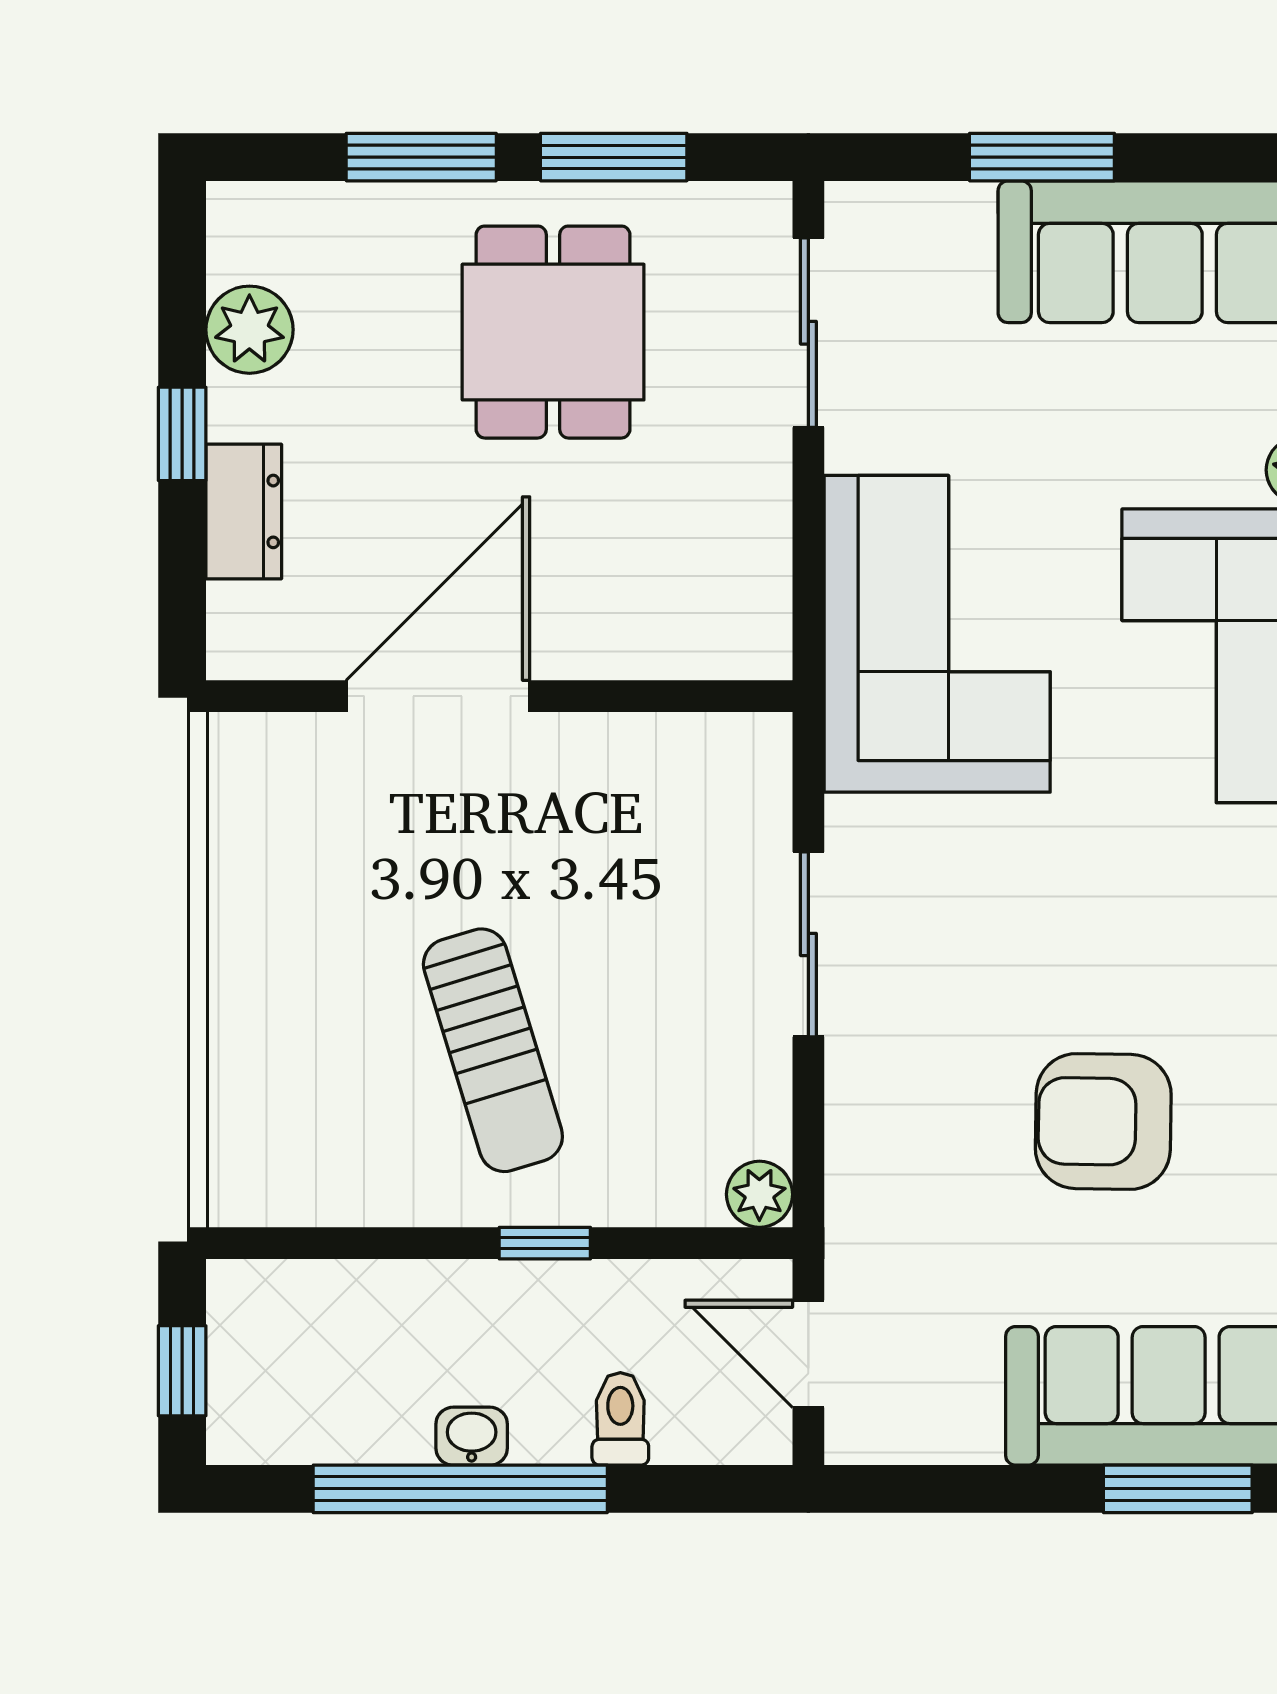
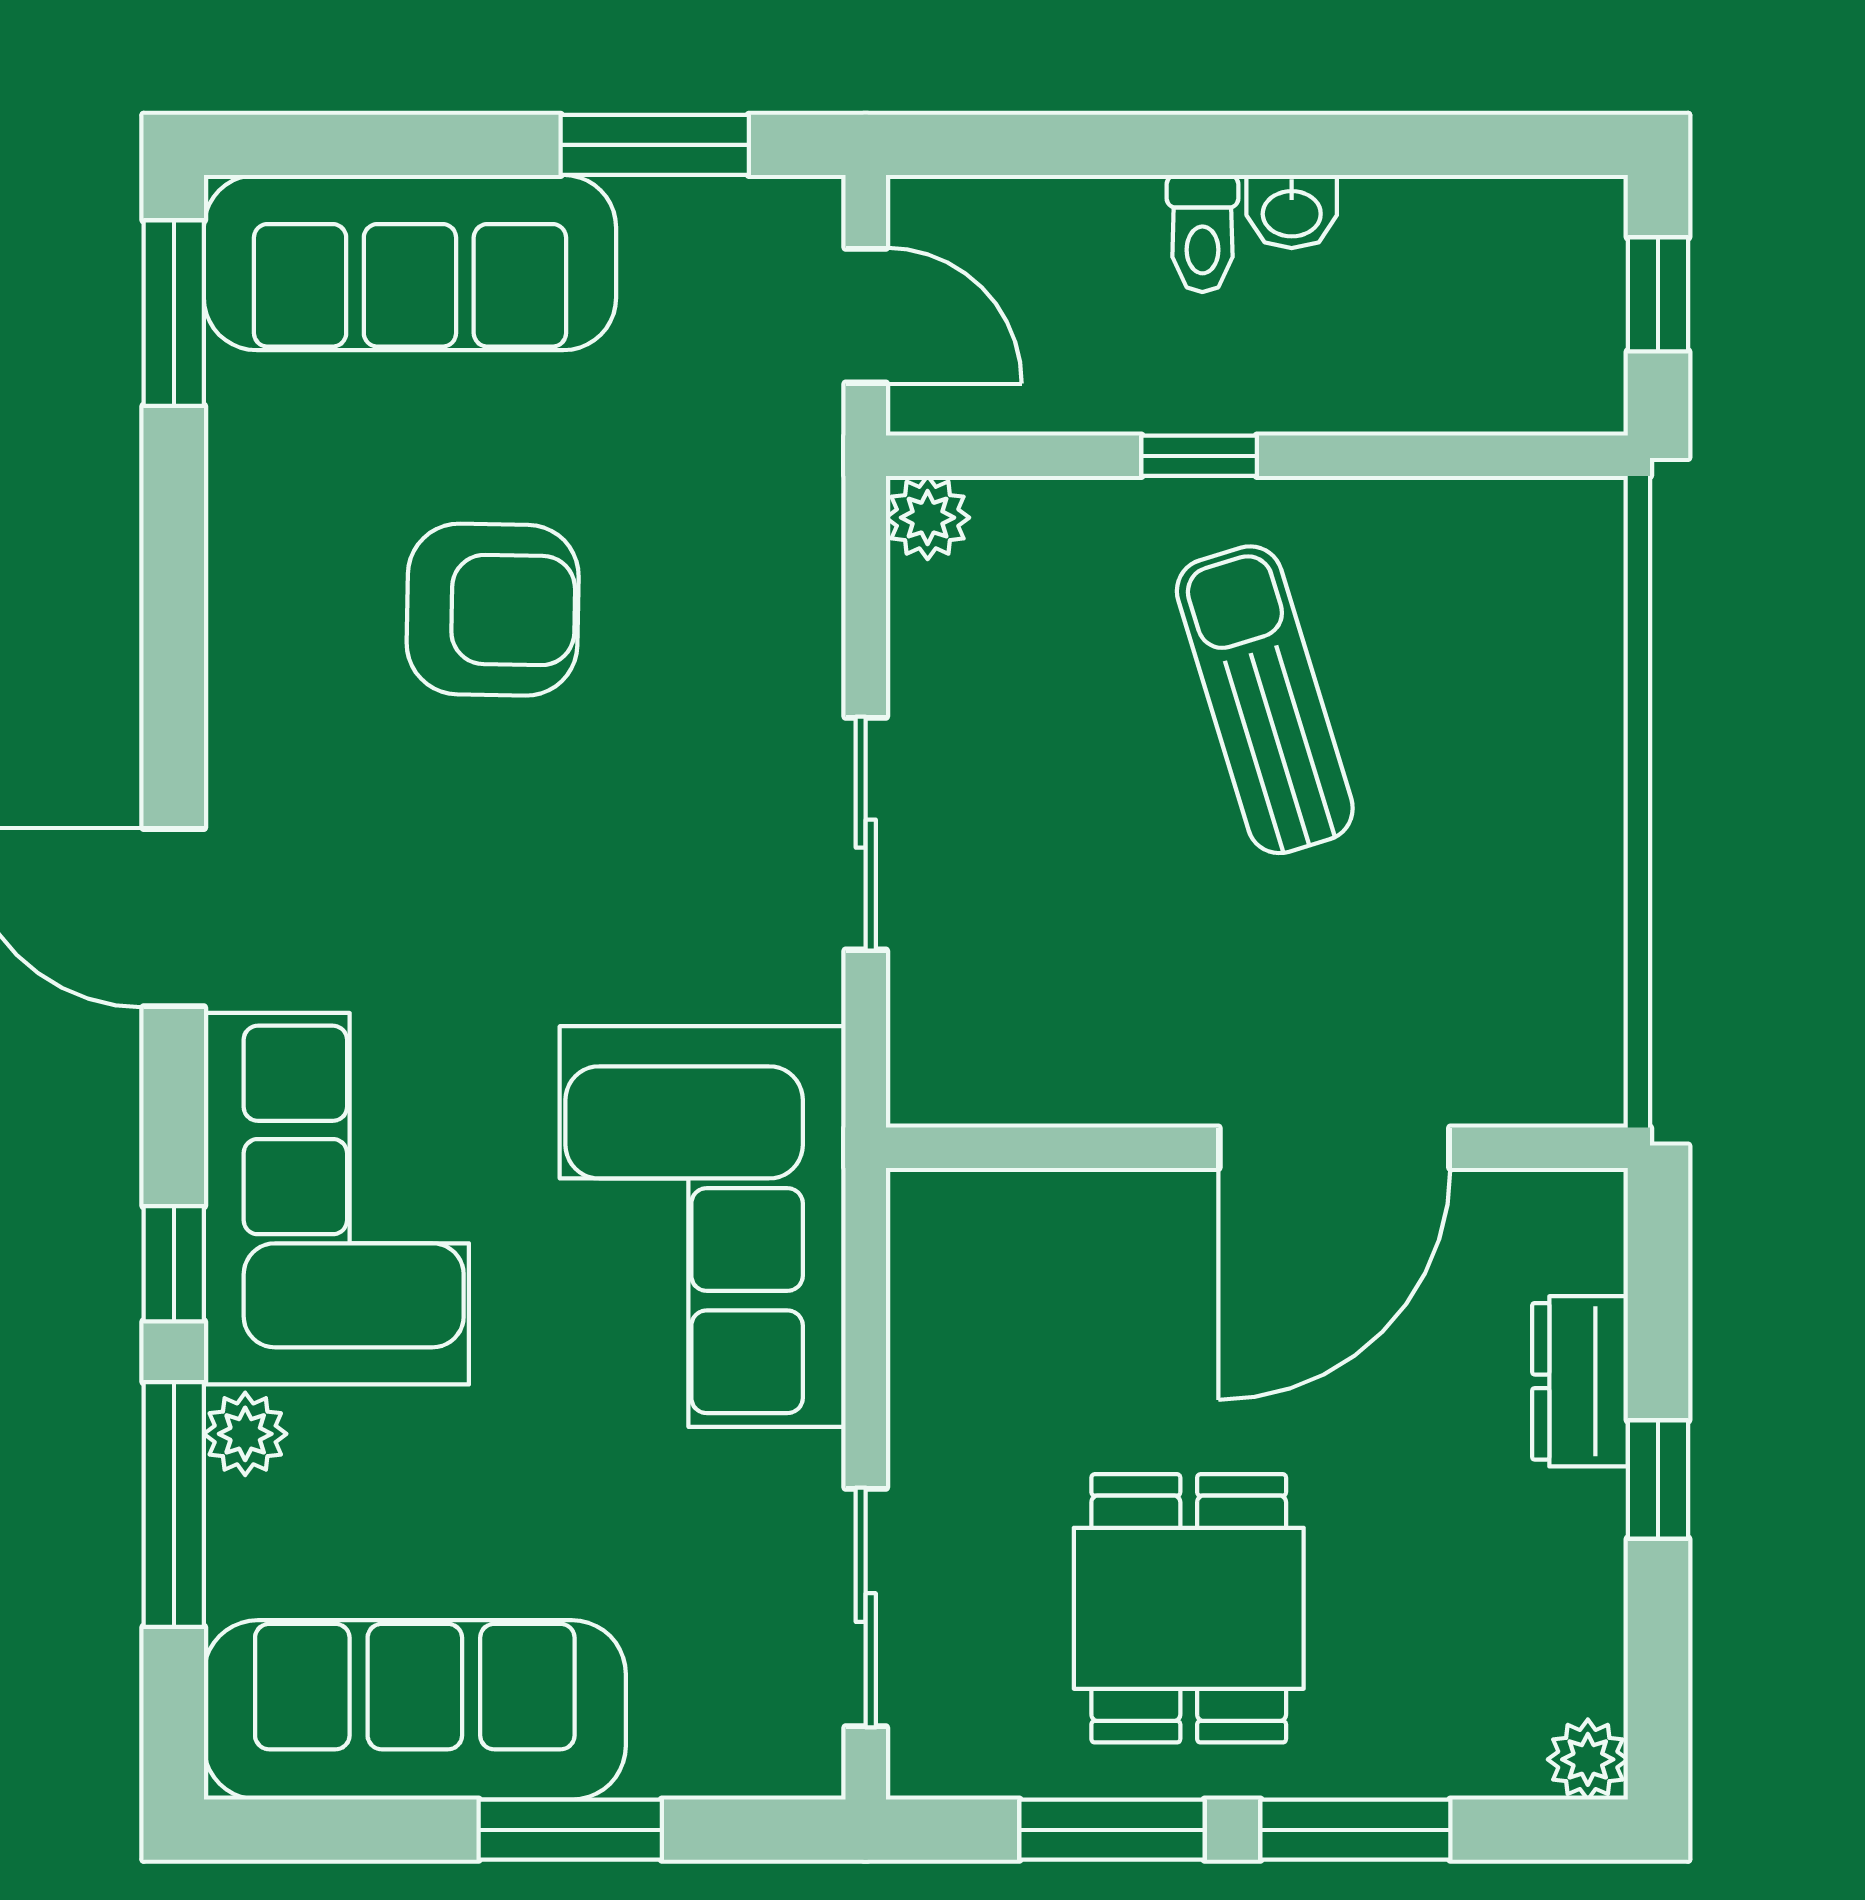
plant: (249, 330) -> (1588, 1759), moved, width x0.73, depth x0.73
toilet: (620, 1419) -> (1202, 234), moved
window: (460, 1489) -> (1306, 145), removed
window: (1178, 1489) -> (655, 145), moved

